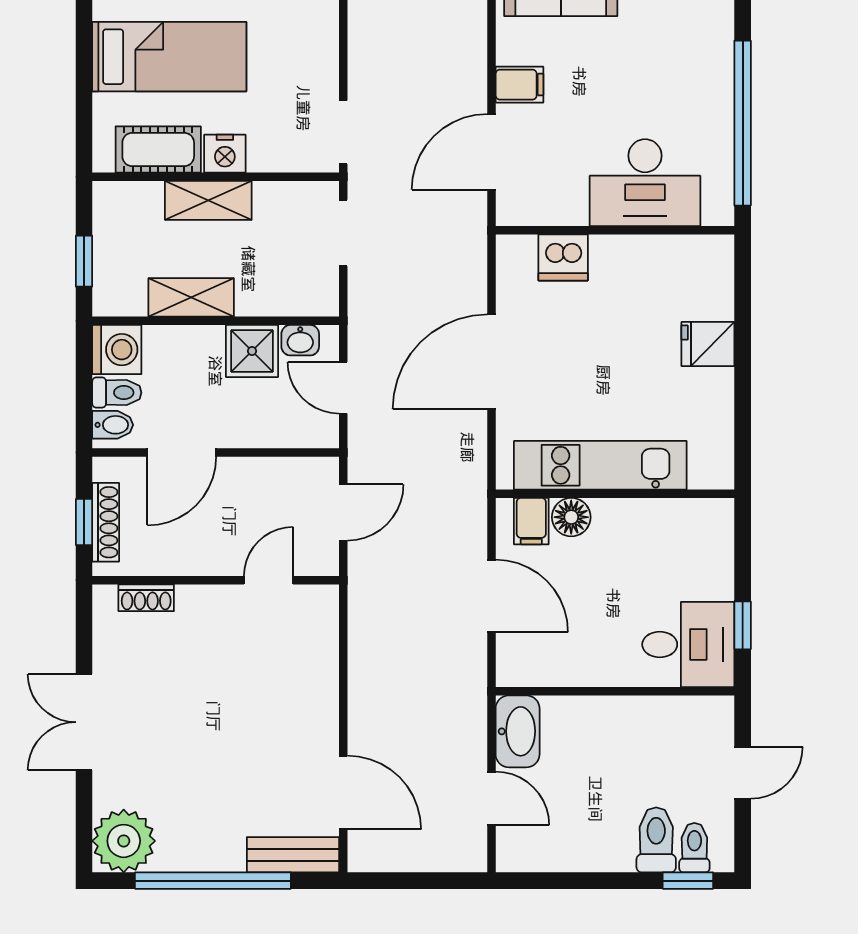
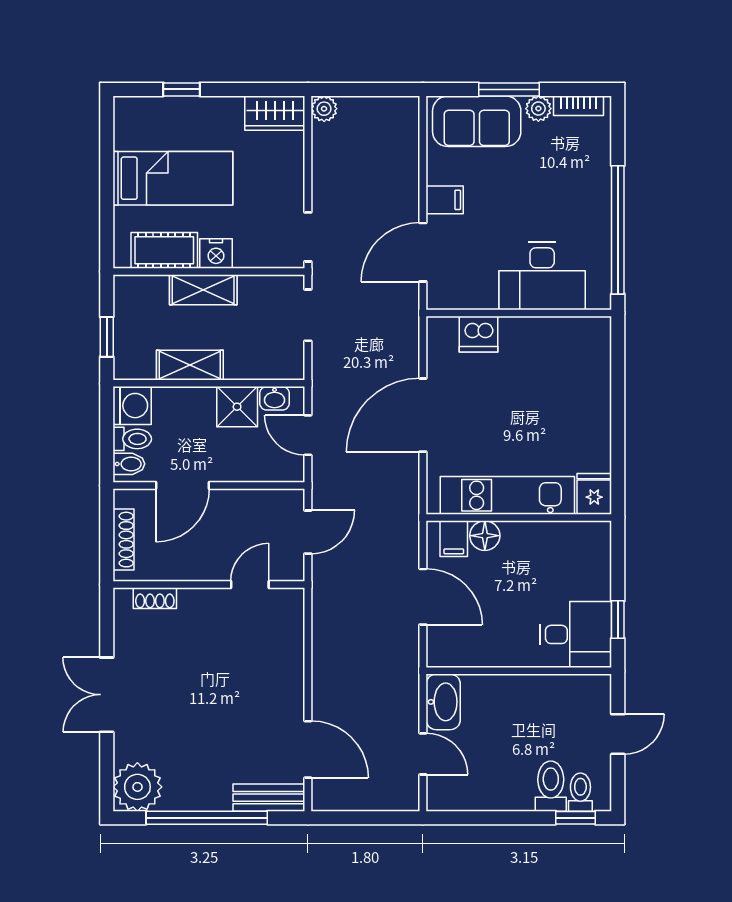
fridge: (708, 344) -> (594, 494), moved, turned 90
window: (84, 522) -> (107, 539), removed

